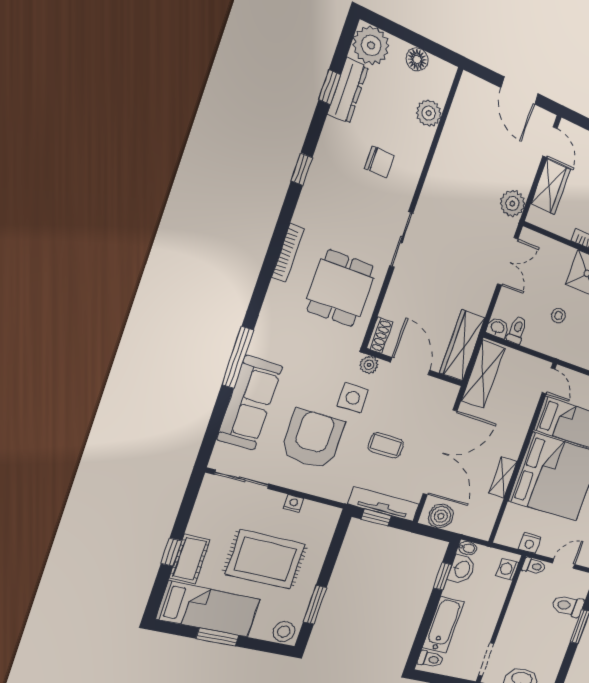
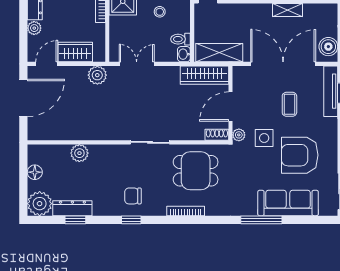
door: (520, 91) -> (23, 98), width x1.36
plant: (429, 113) -> (79, 153), moved
chair: (380, 162) -> (133, 196), moved, turned -90

